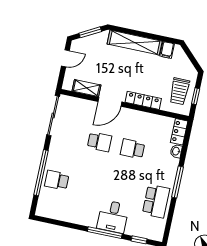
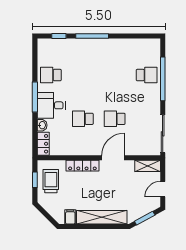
shelving: (86, 88) -> (148, 166), moved
school desk: (133, 149) -> (83, 119), turned 180
school desk: (156, 201) -> (51, 75), width x0.54
desk: (113, 217) -> (51, 105), moved, turned -90

